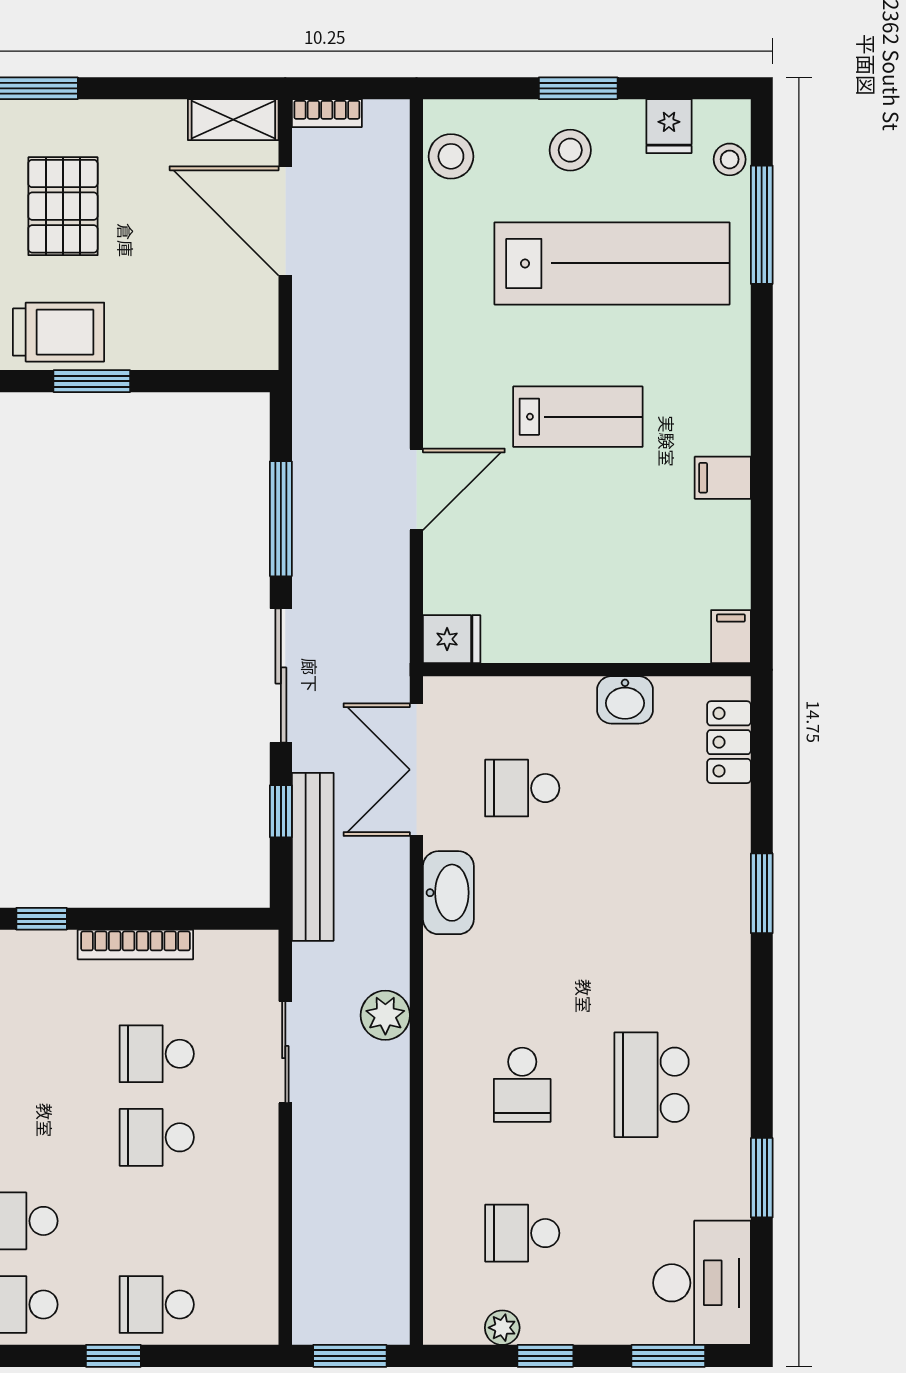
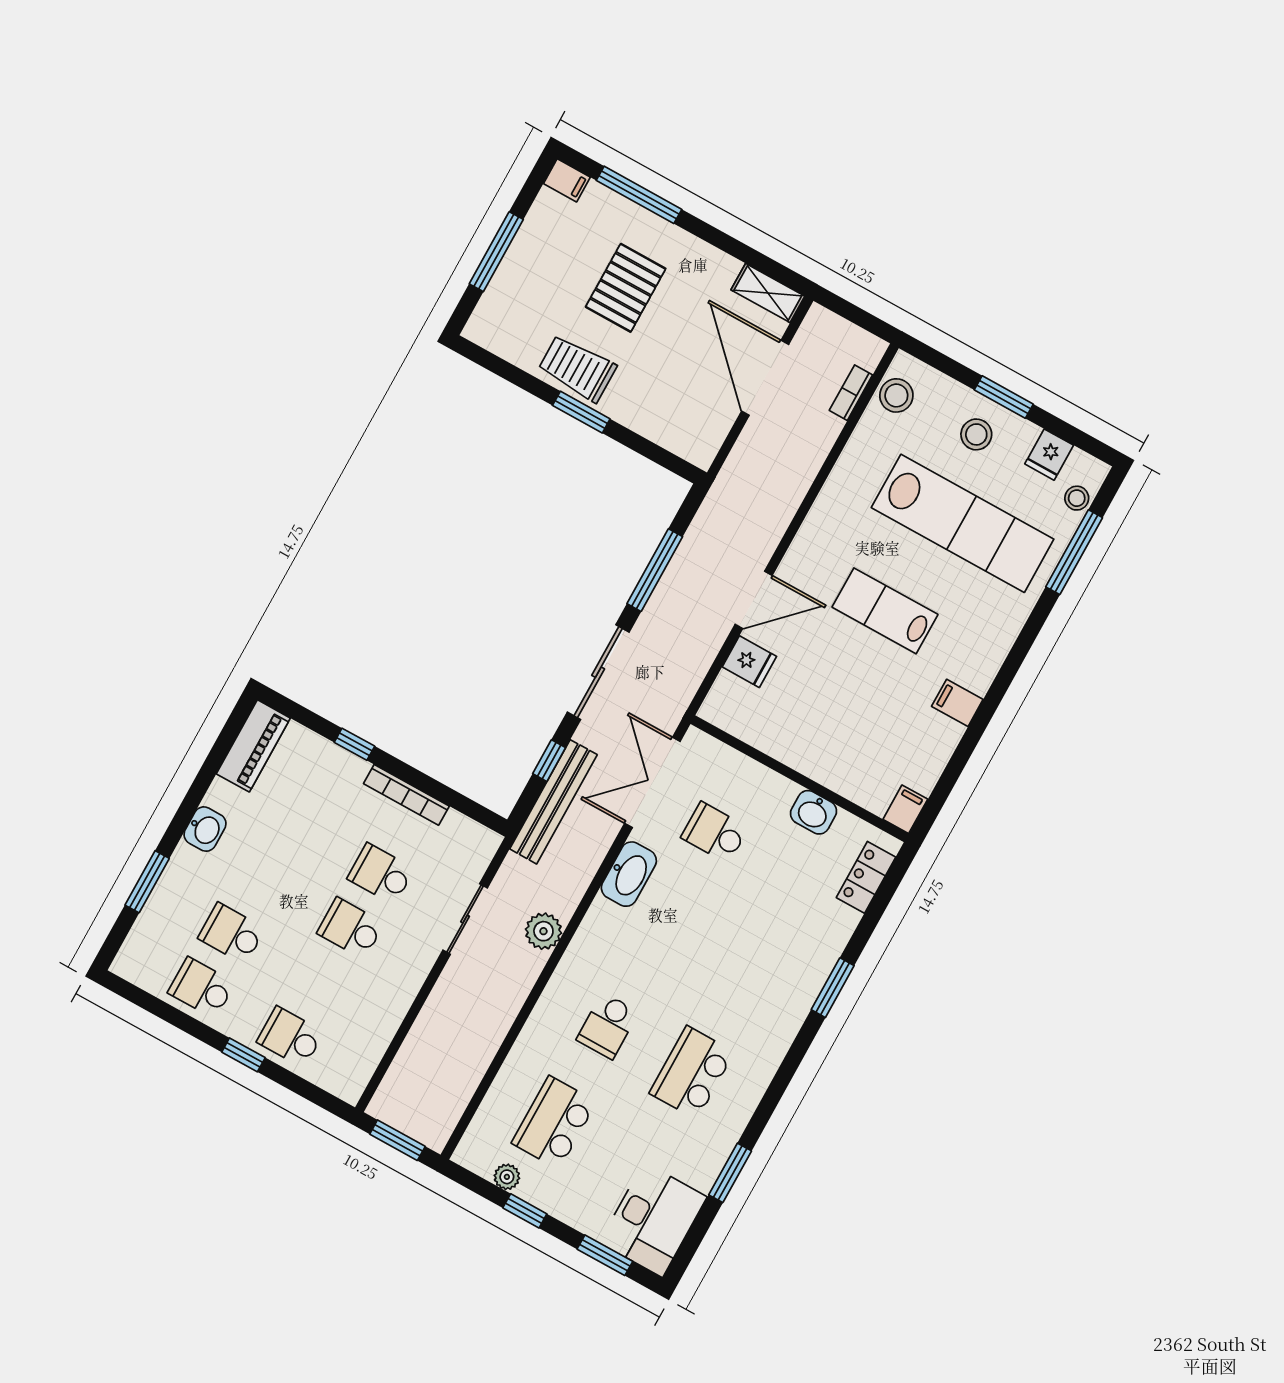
bookcase: (327, 113) -> (851, 393), moved, turned 90
trolley: (59, 332) -> (577, 368), turned 180
lab bench: (578, 417) -> (885, 611), turned 180
fridge: (452, 639) -> (749, 662), moved
school desk: (522, 1233) -> (554, 1122), width x1.85

